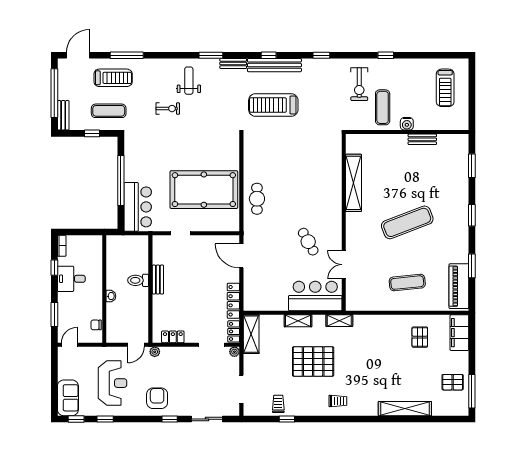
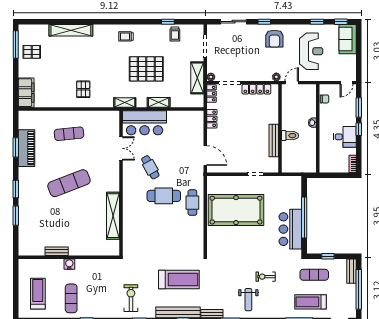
exercise bike: (359, 84) -> (131, 298), moved
exercise mat: (383, 107) -> (71, 298), moved
window: (472, 166) -> (16, 216), moved
bar counter: (138, 207) -> (290, 229), moved
cafe table: (292, 207) -> (164, 196), added
window: (54, 268) -> (359, 129), moved
bench: (158, 280) -> (274, 141), width x1.36
piano: (459, 286) -> (27, 148), moved
locker: (233, 301) -> (212, 119), width x0.66
shelving: (251, 334) -> (197, 78), moved
locker: (173, 337) -> (256, 89), width x1.53
pallet: (420, 337) -> (83, 89), moved
reception desk: (112, 383) -> (311, 51), turned 180

